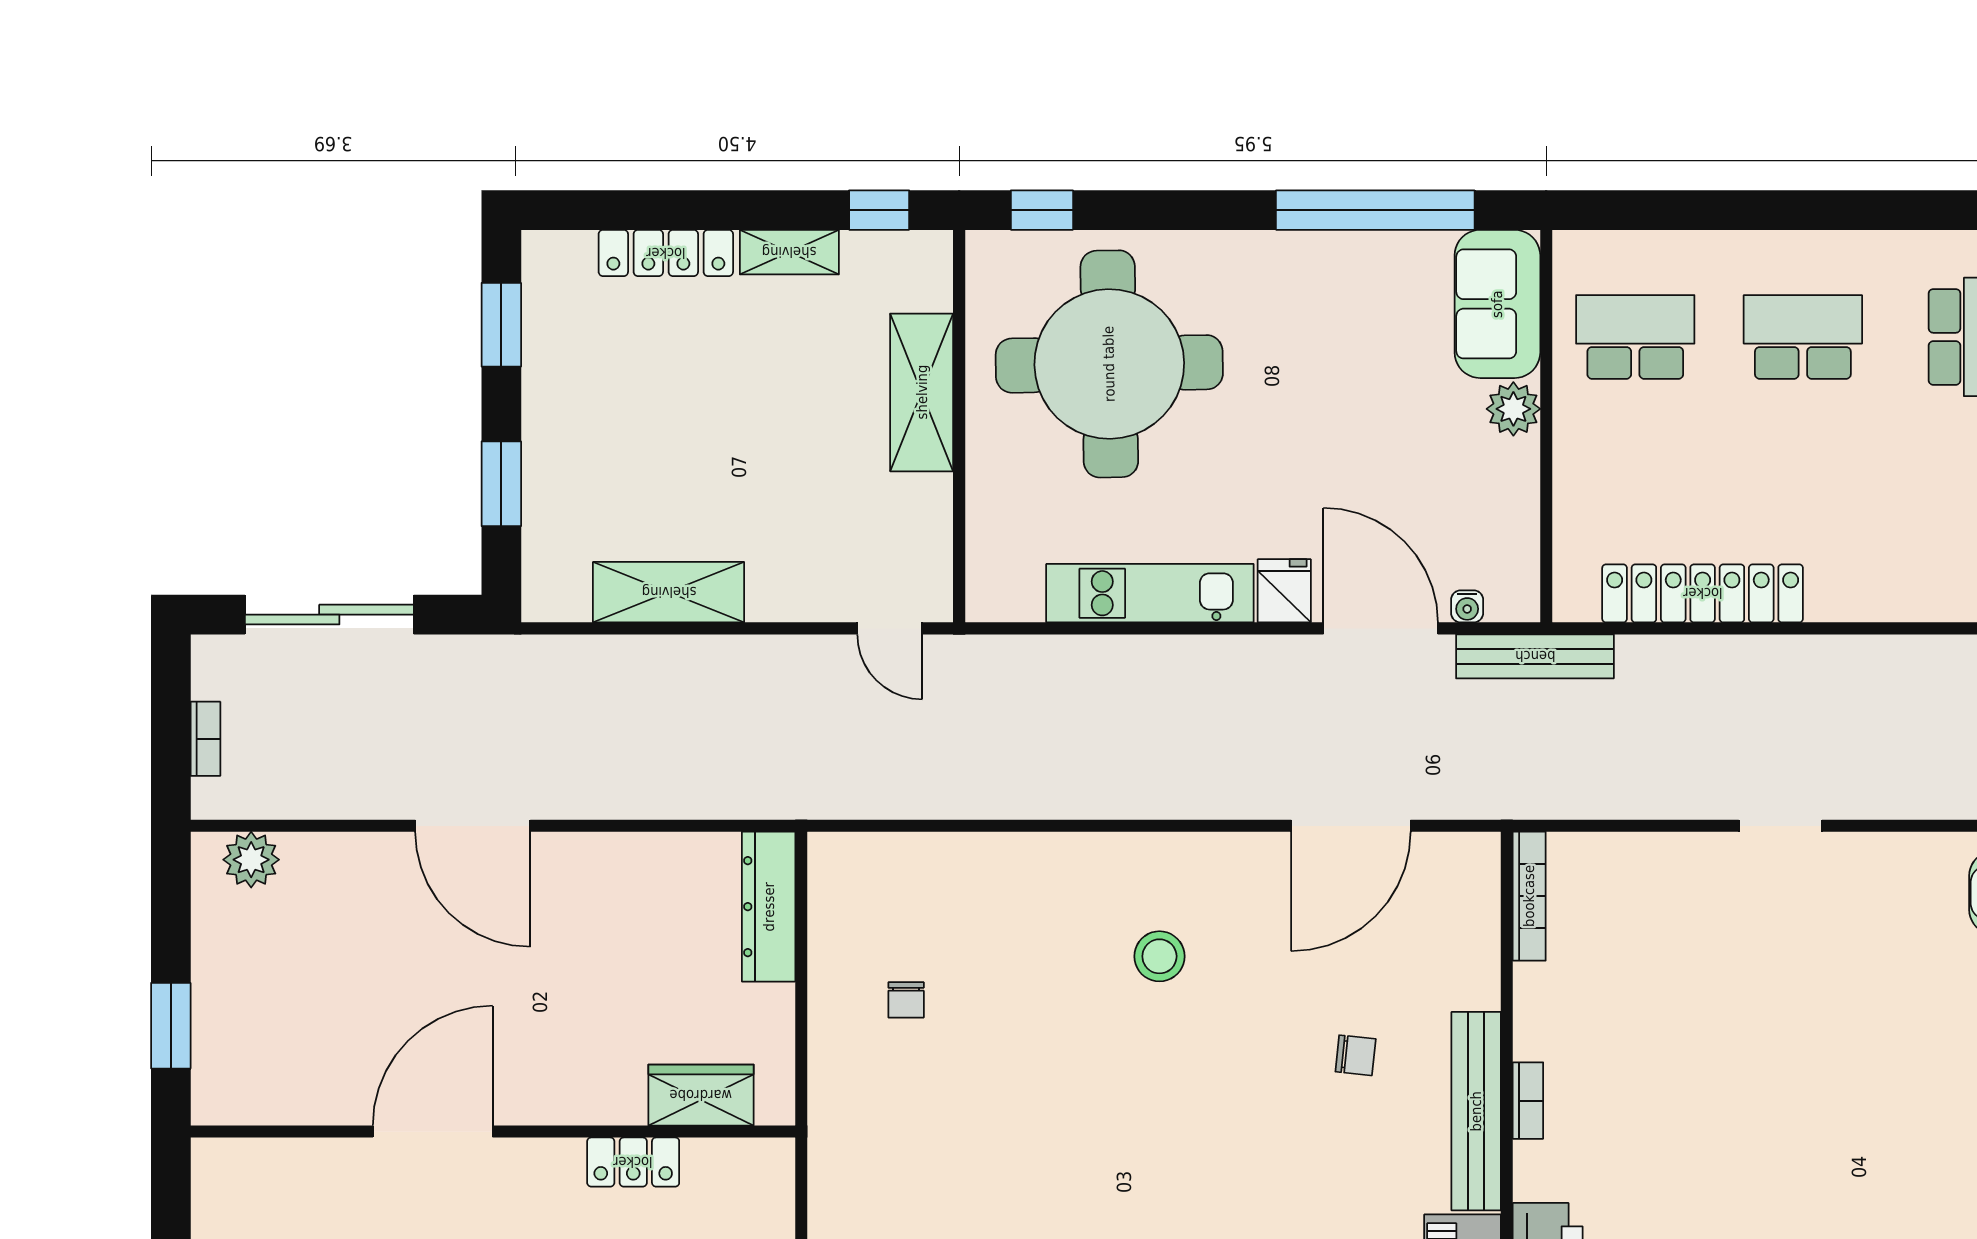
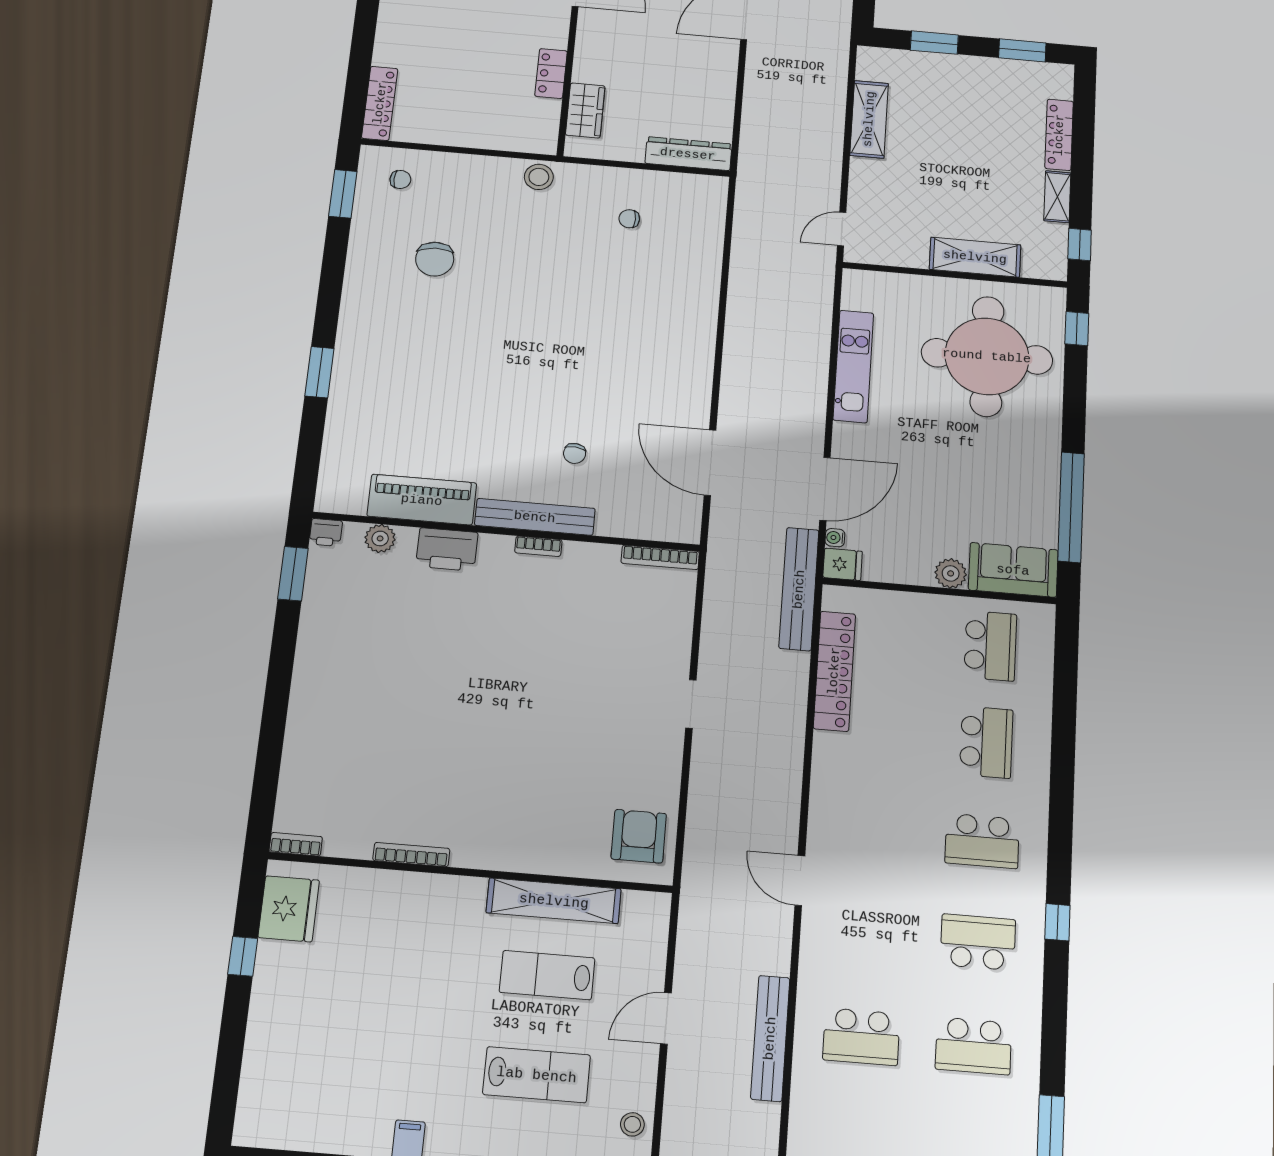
fridge: (1284, 591) -> (843, 564), moved
bench: (1535, 656) -> (799, 589), width x1.37, depth x1.21
stool: (1159, 956) -> (539, 177), moved

